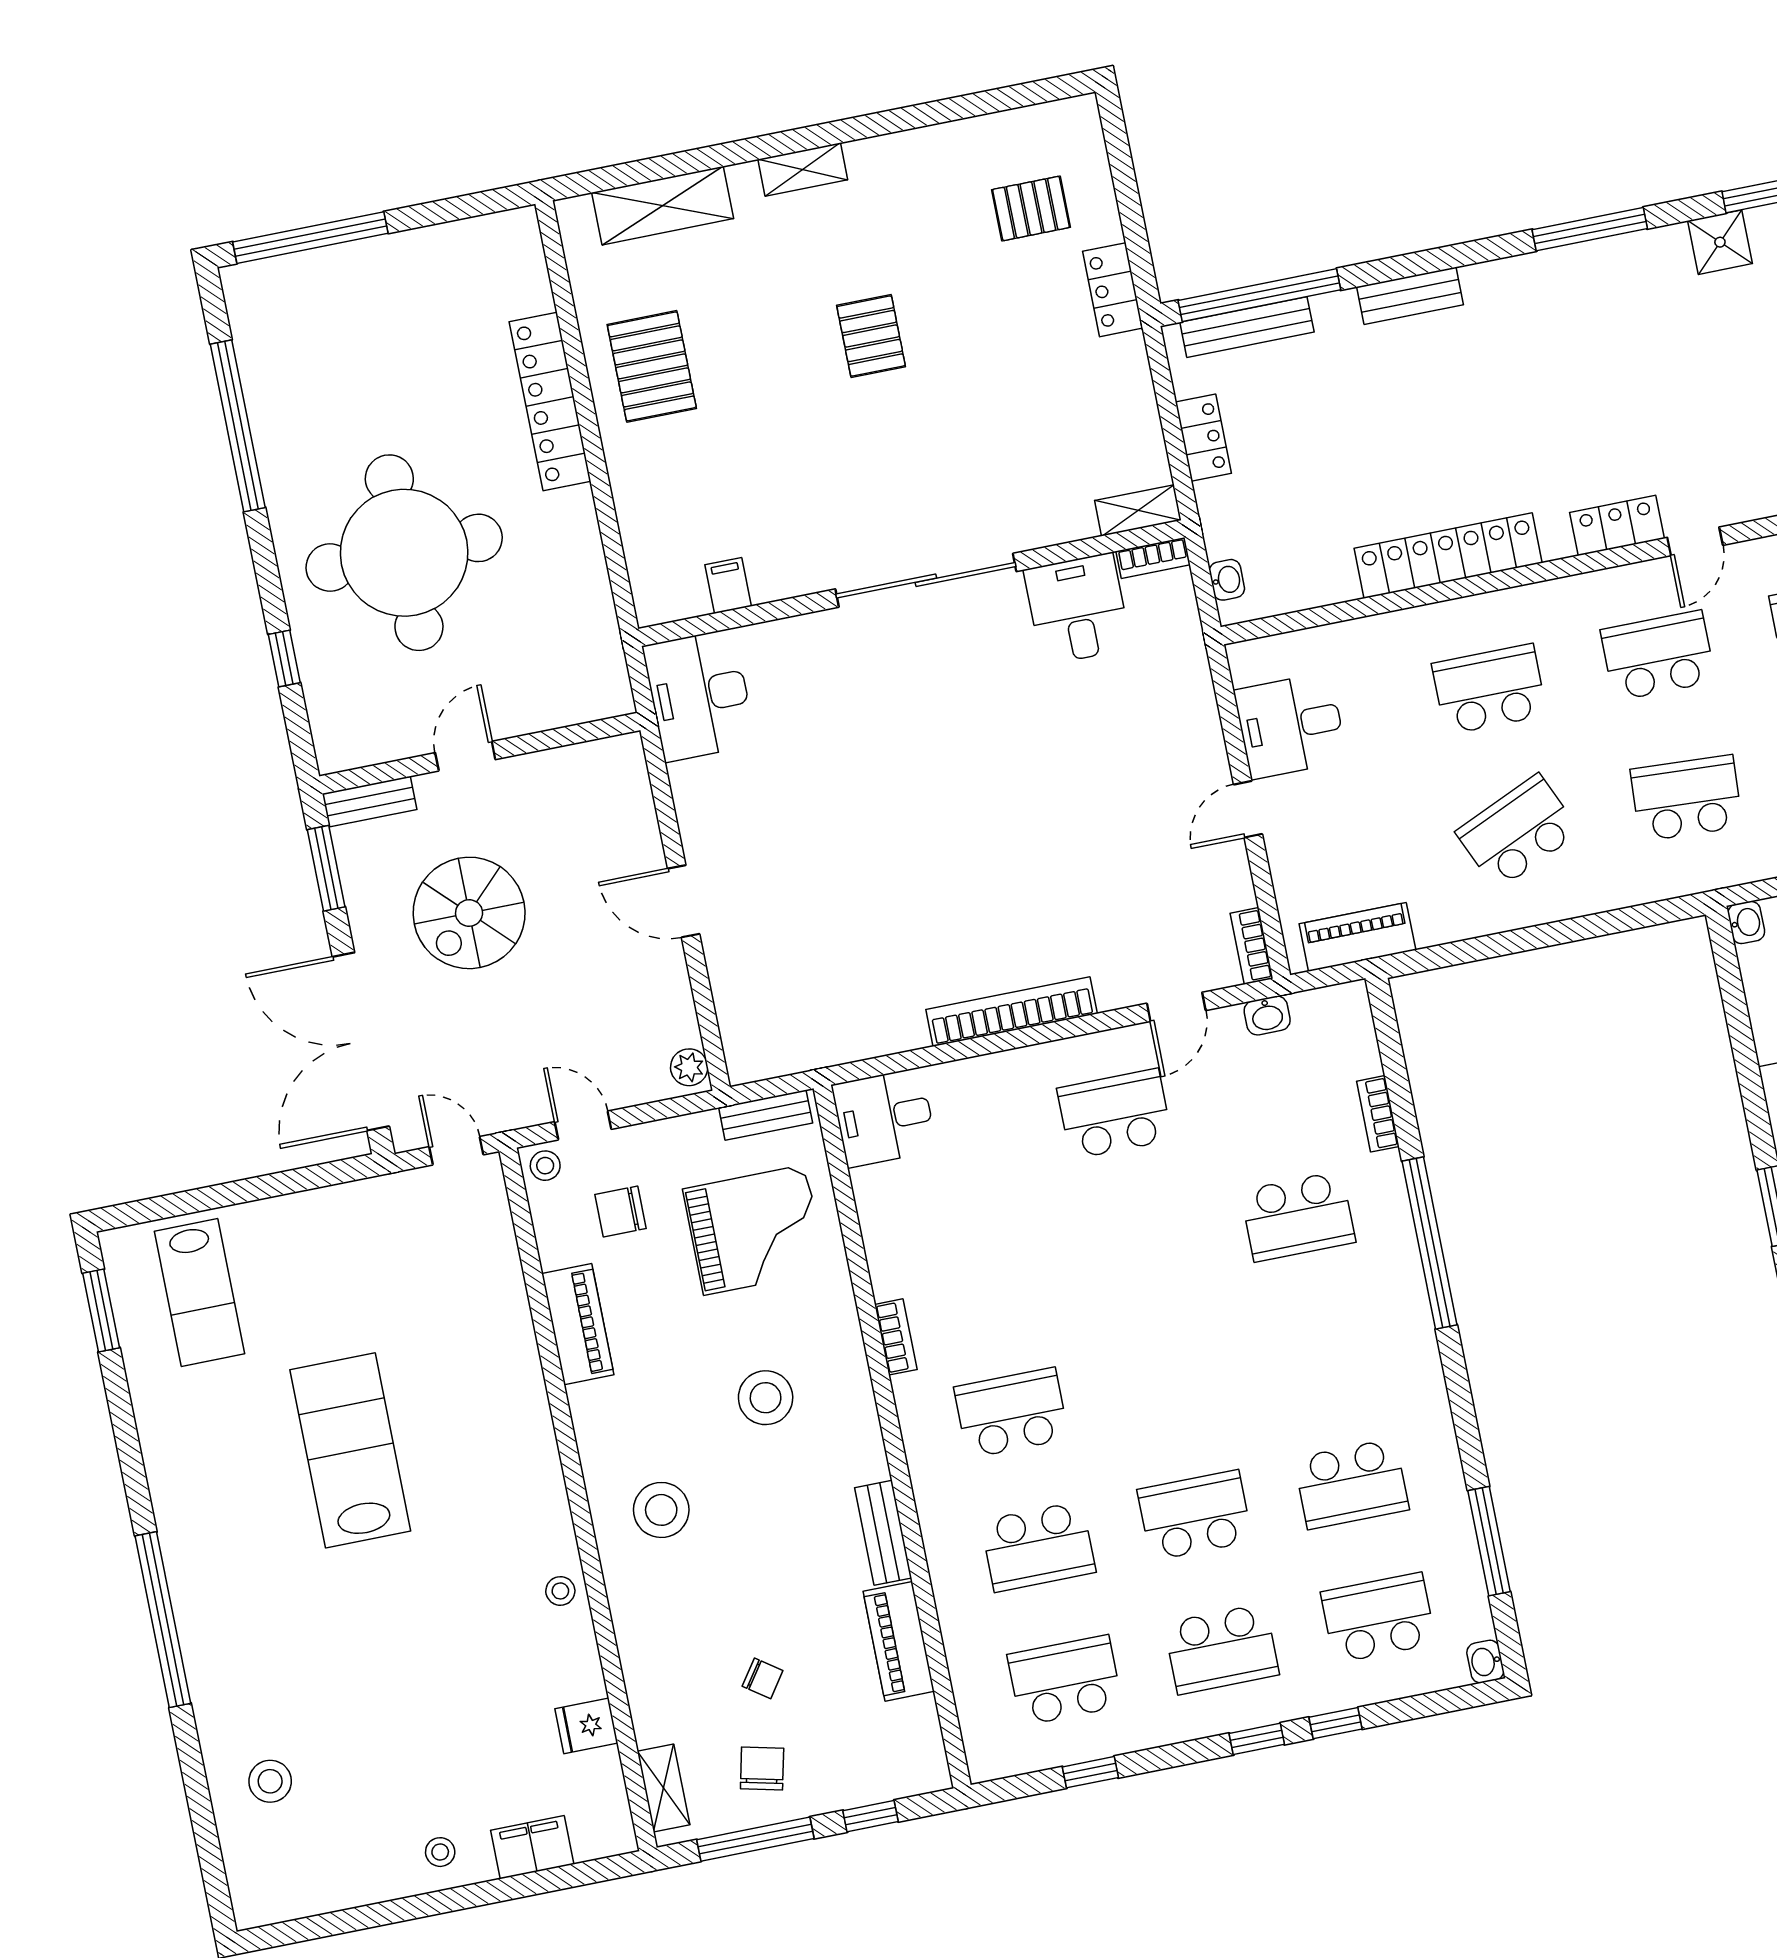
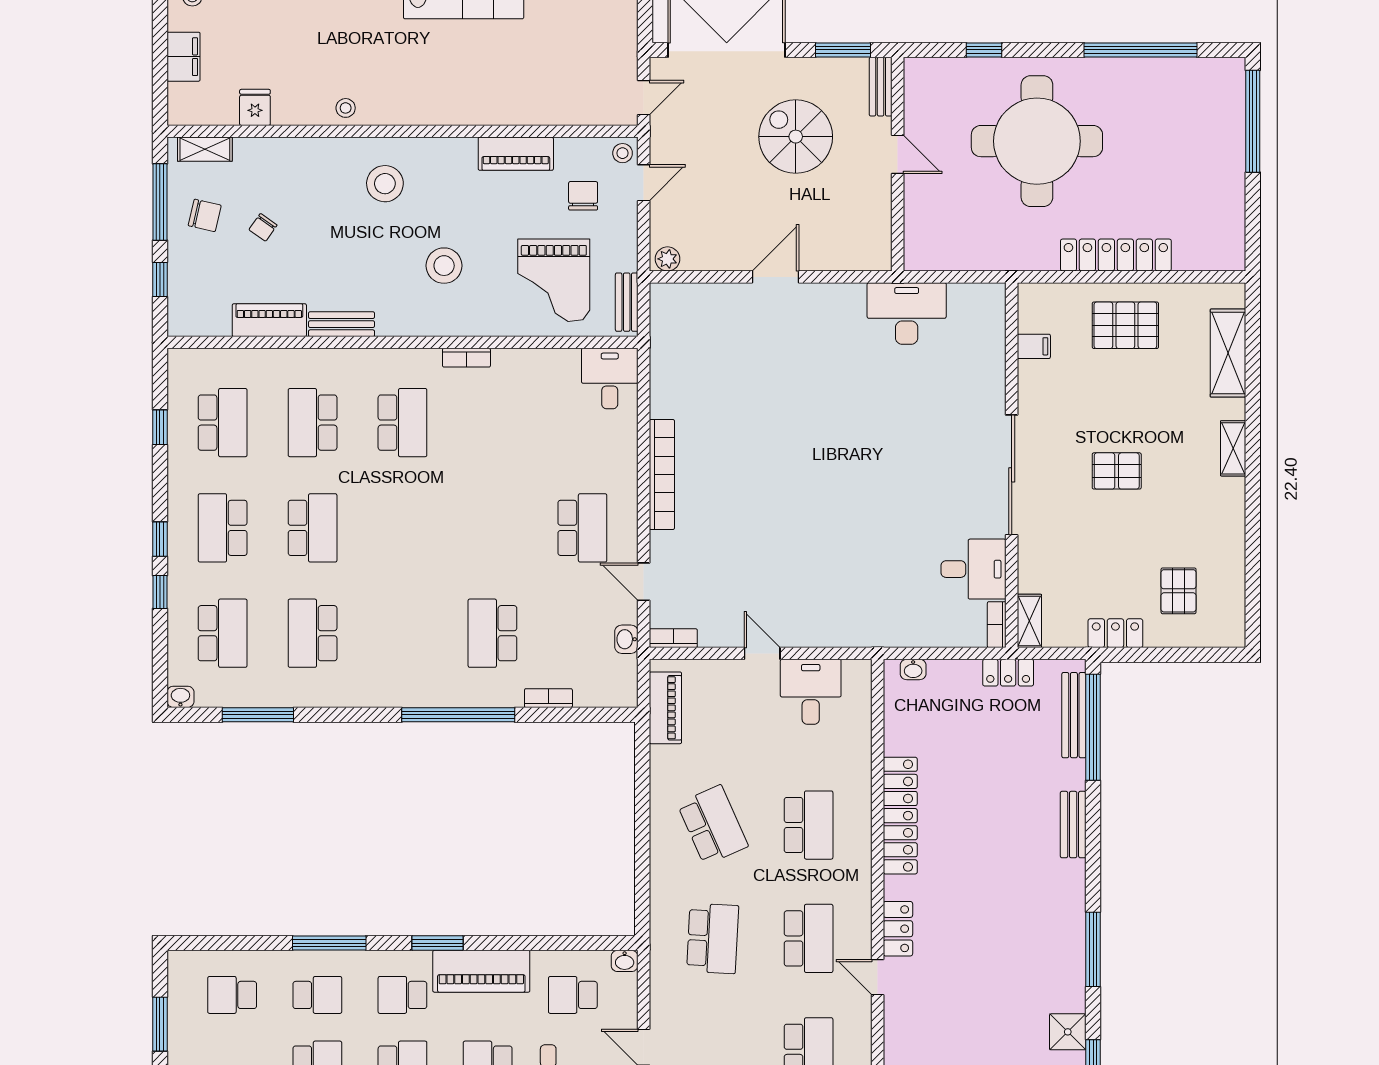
shelving: (1138, 510) -> (1029, 621), moved
bookcase: (1153, 558) -> (997, 625), moved
sliding door: (926, 580) -> (1012, 475), moved
wall: (911, 583) -> (1012, 465), moved
filing cabinet: (728, 585) -> (1034, 346), moved
desk: (1077, 609) -> (973, 569), moved

